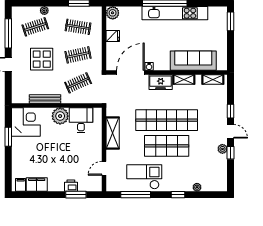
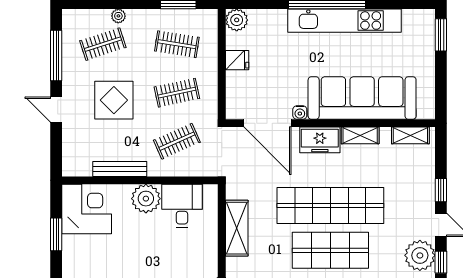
sofa: (193, 61) -> (362, 98), width x1.36, depth x1.27
door: (130, 72) -> (267, 123), swing flipped
plant: (222, 149) -> (420, 255), width x1.87, depth x1.87

